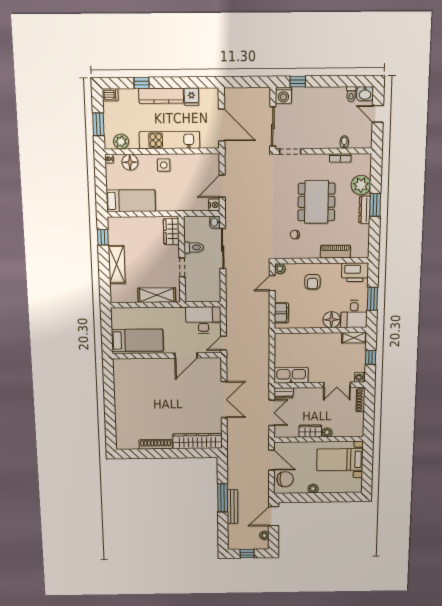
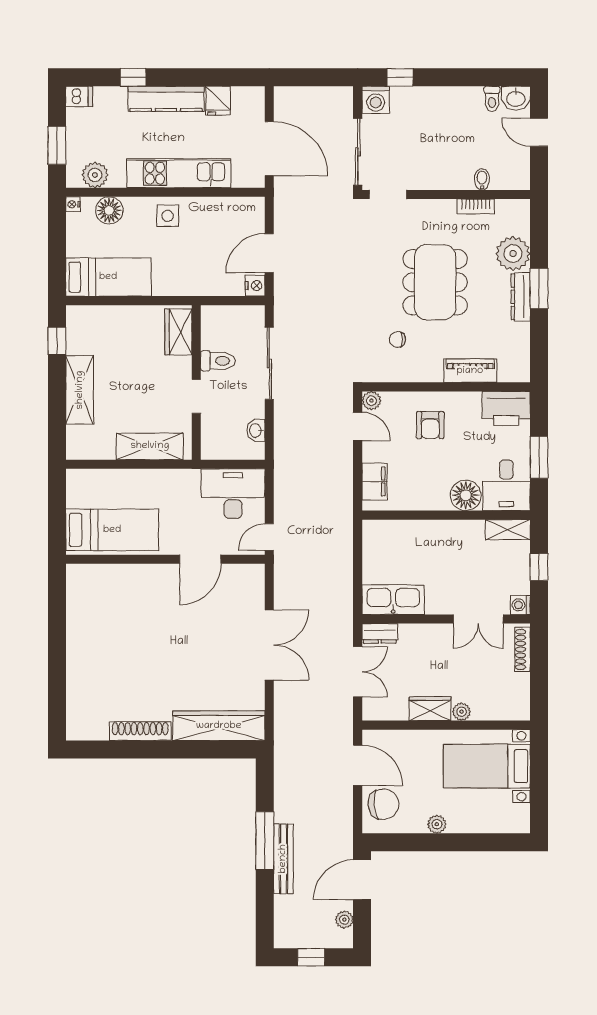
washbasin: (215, 222) -> (256, 430), moved
door: (272, 283) -> (358, 427), swing flipped

